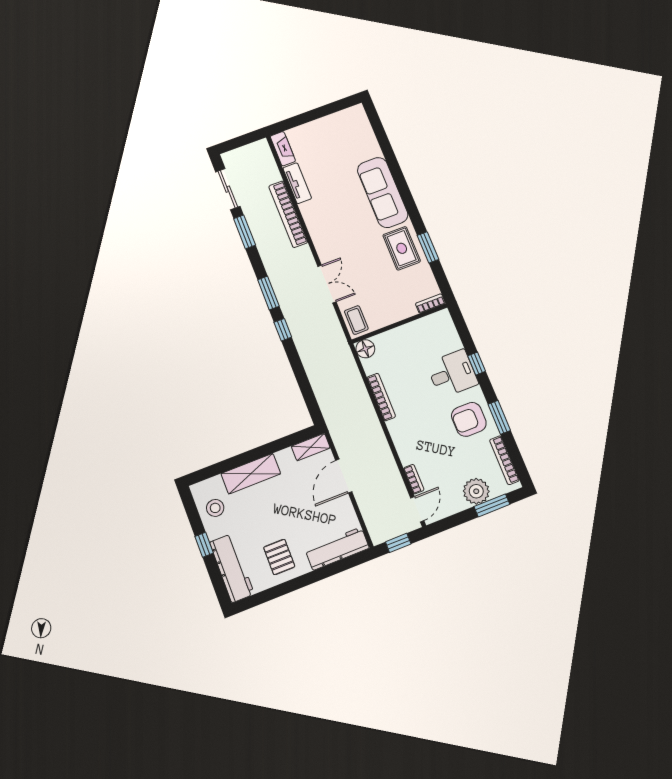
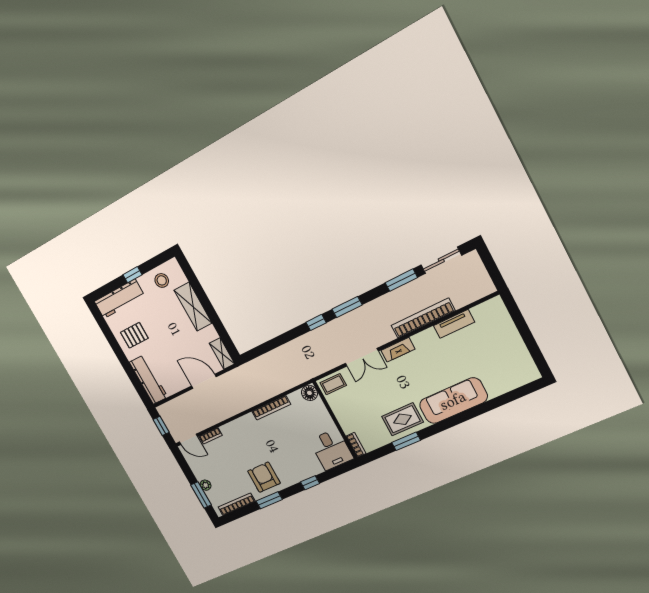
fireplace: (283, 149) -> (398, 350), moved
desk: (452, 374) -> (331, 449), moved
plant: (476, 491) -> (206, 485), width x0.53, depth x0.53

